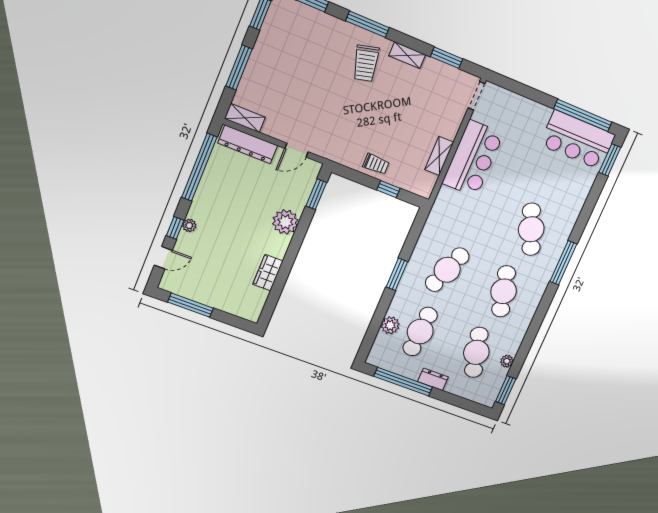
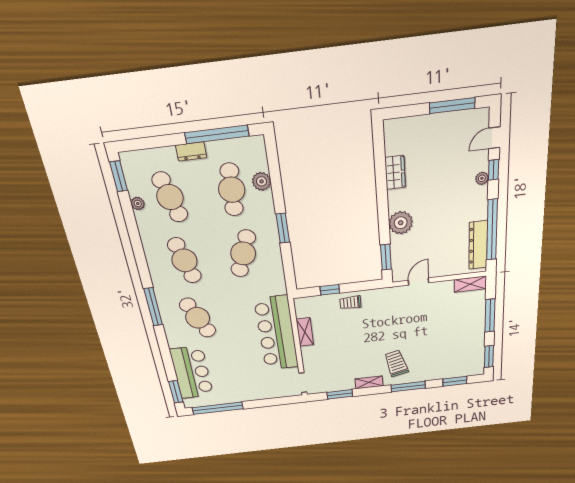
bar counter: (577, 140) -> (192, 372), moved, turned 90
dresser: (248, 144) -> (478, 245), moved, turned -90
bar counter: (473, 158) -> (277, 333), width x1.36

